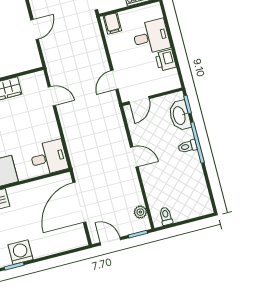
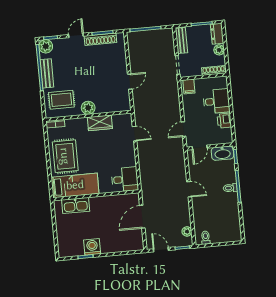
washbasin: (180, 115) -> (223, 153), moved, turned -90
door: (79, 202) -> (142, 217), width x0.73

